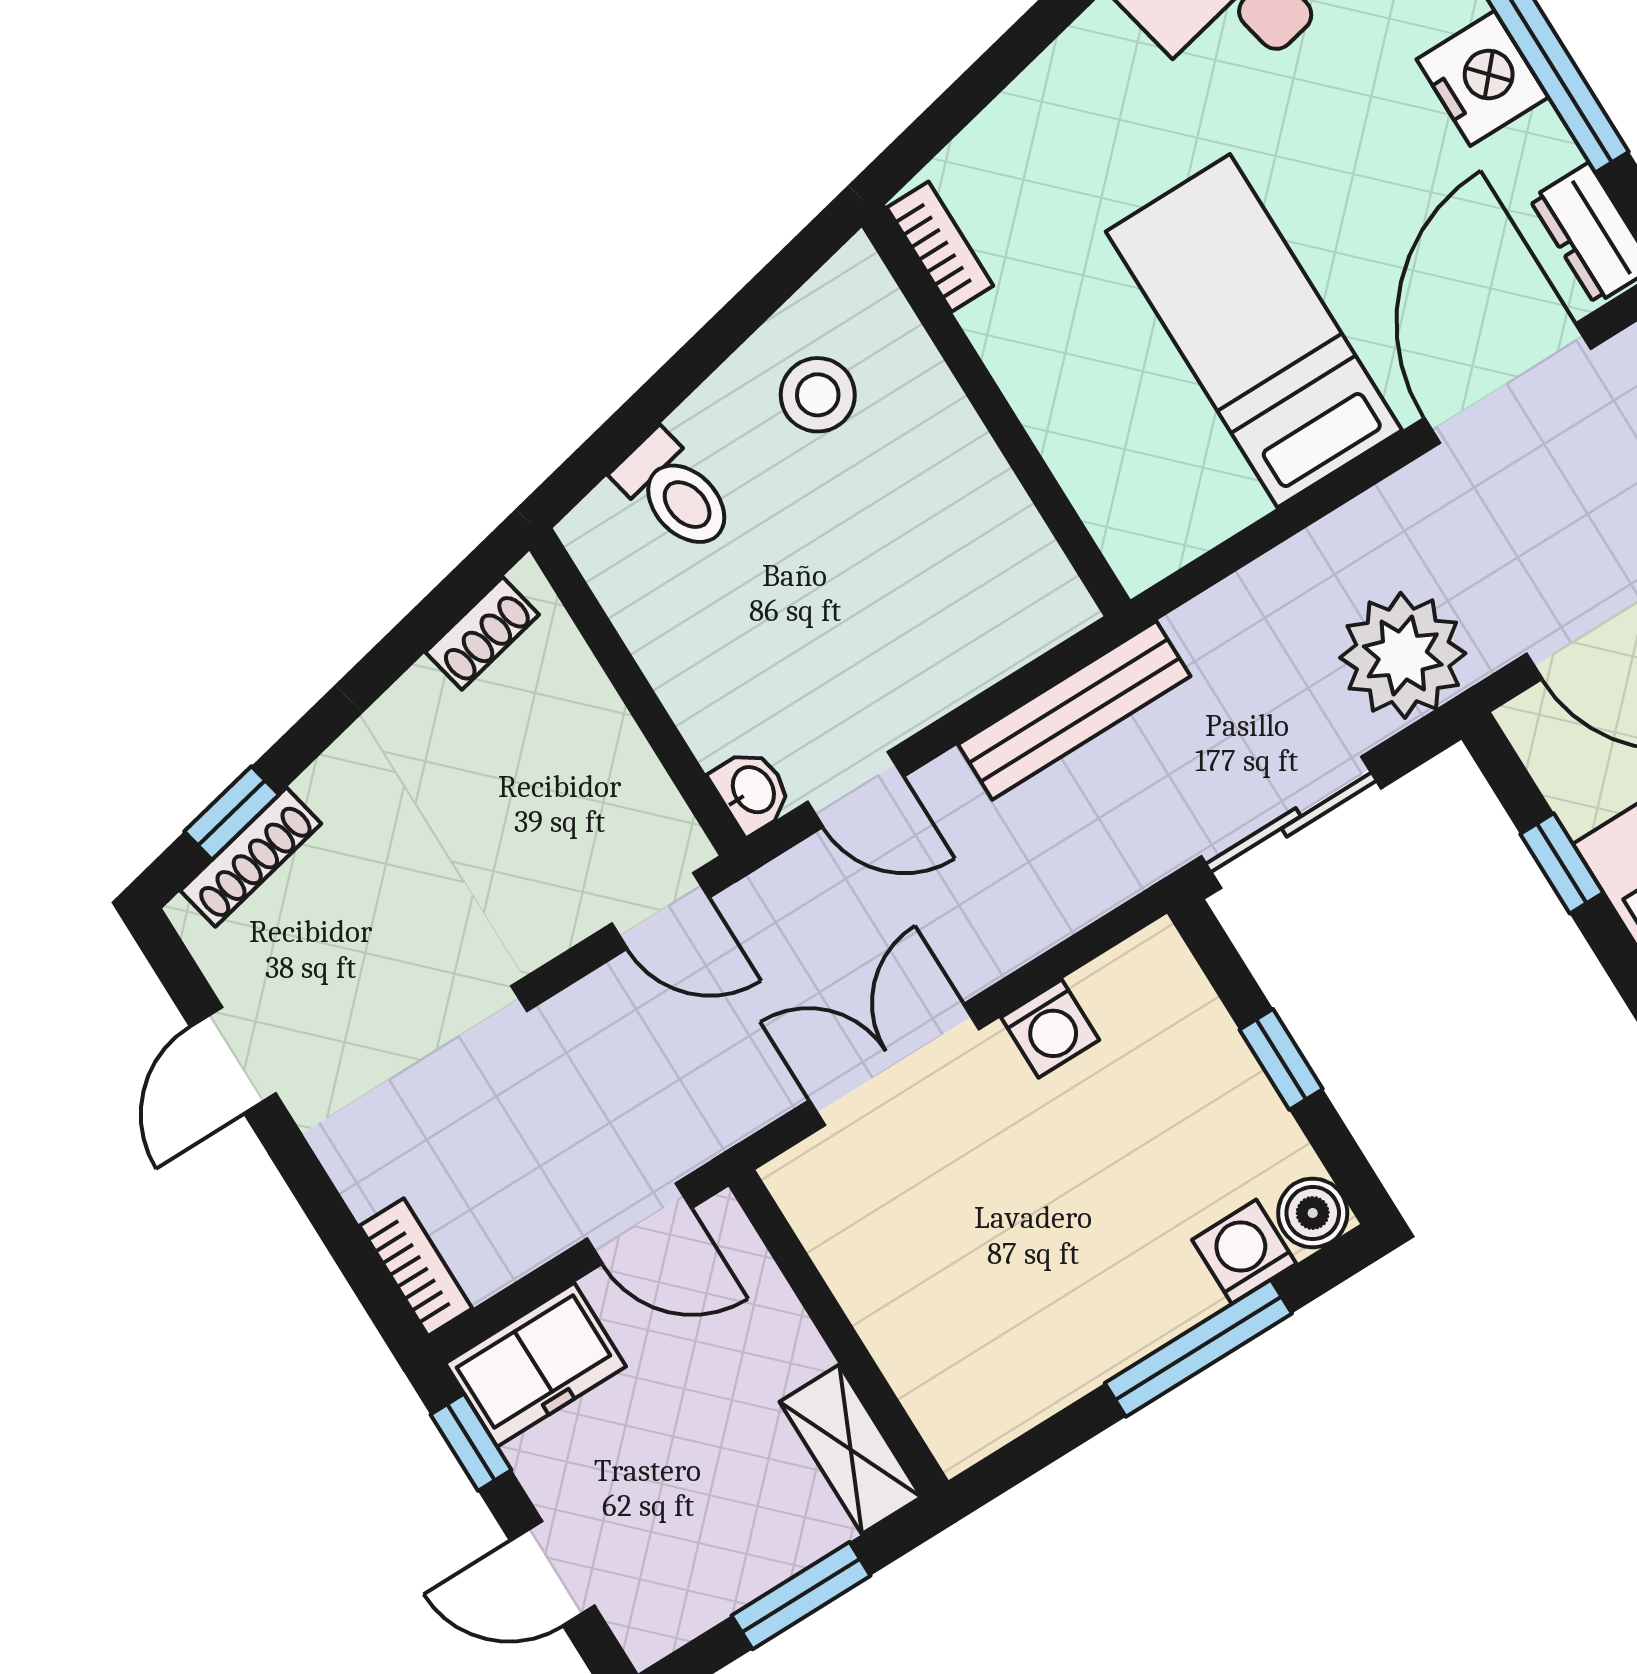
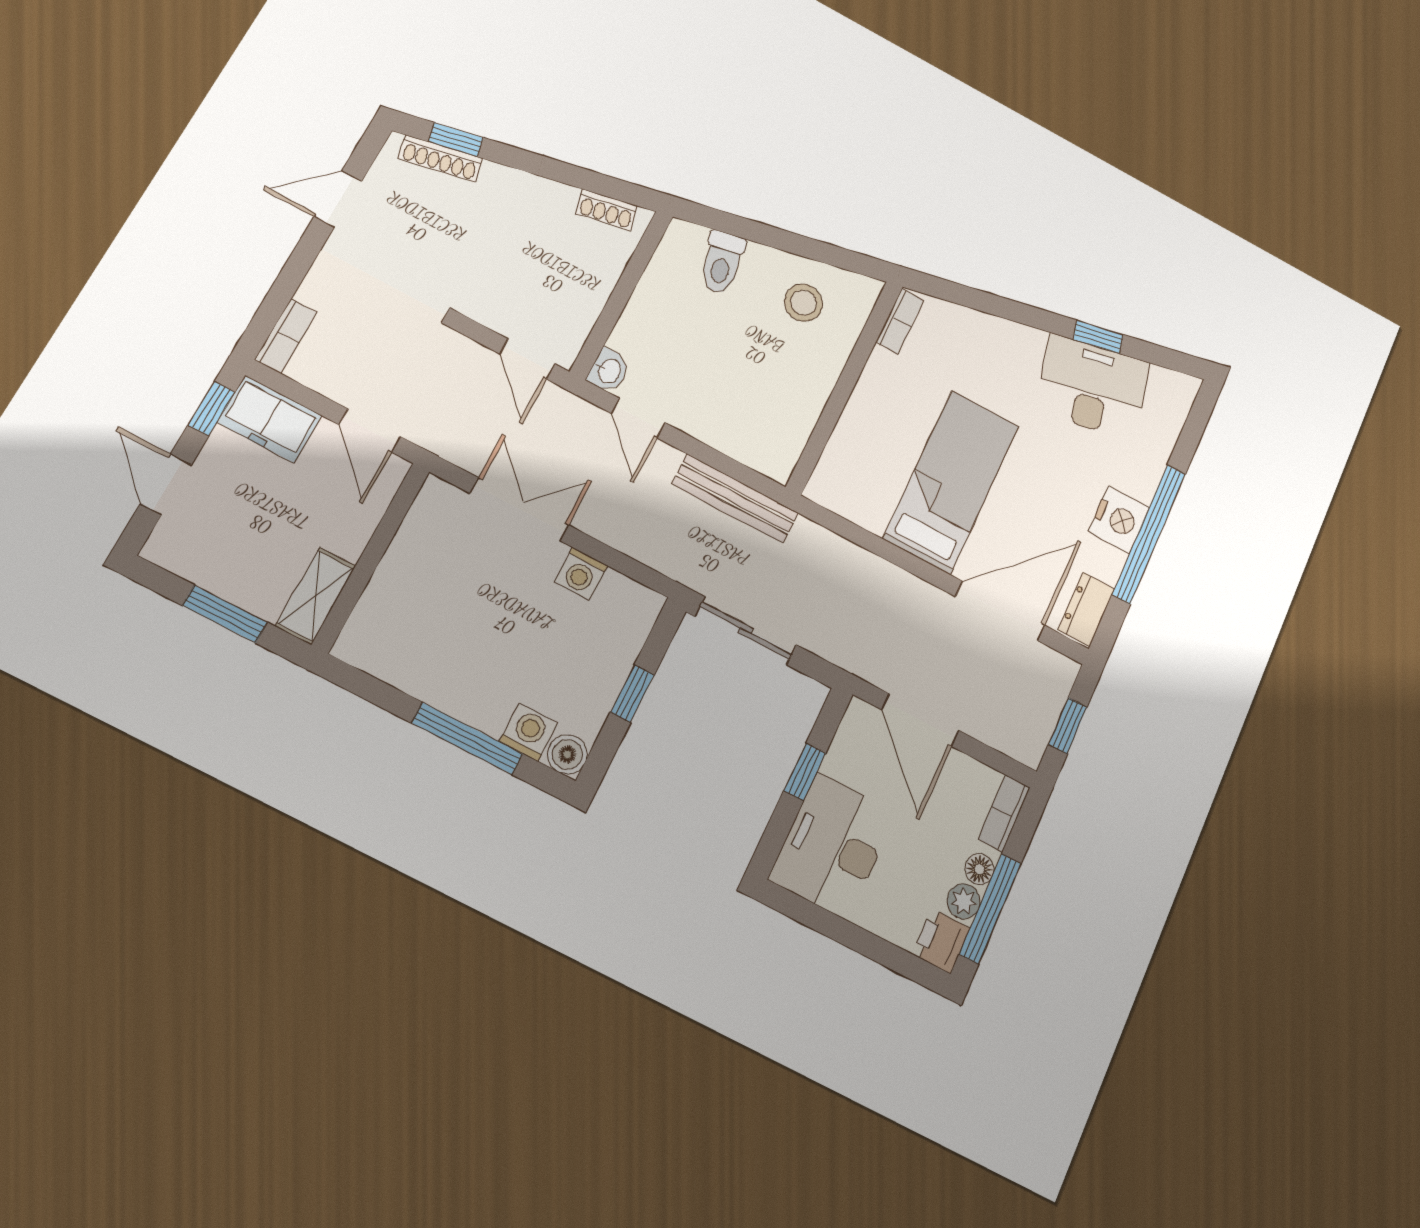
plant: (1403, 655) -> (853, 637), removed

